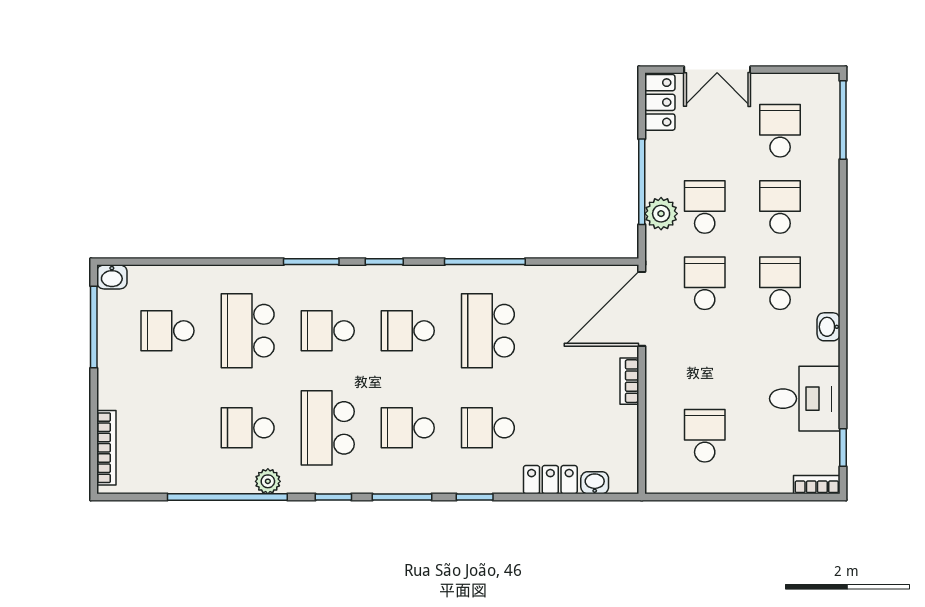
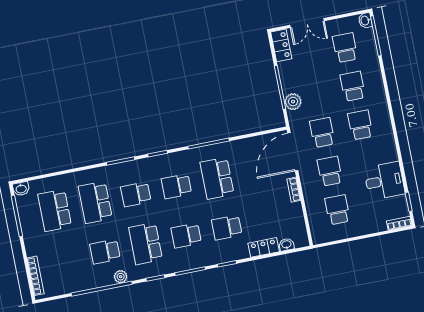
school desk: (705, 207) -> (330, 171), moved
washbasin: (829, 327) -> (365, 21), moved
school desk: (167, 331) -> (55, 210), width x1.85

